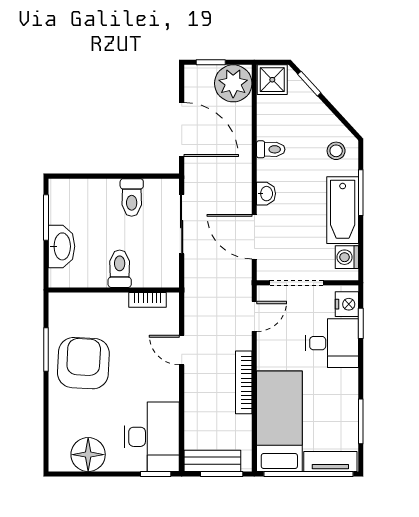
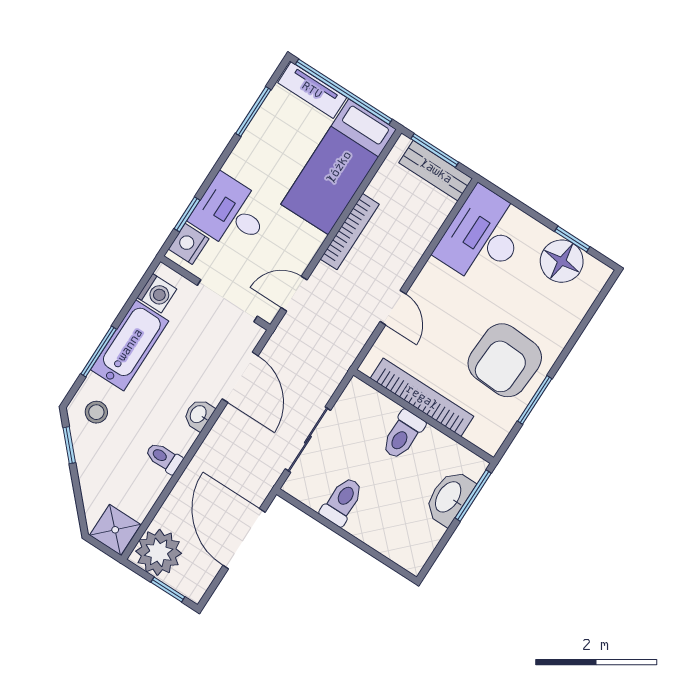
window: (309, 84) -> (69, 445), moved
window: (46, 217) -> (473, 496), moved
bookcase: (148, 300) -> (422, 397), width x2.31, depth x1.31
window: (156, 474) -> (572, 239), moved

